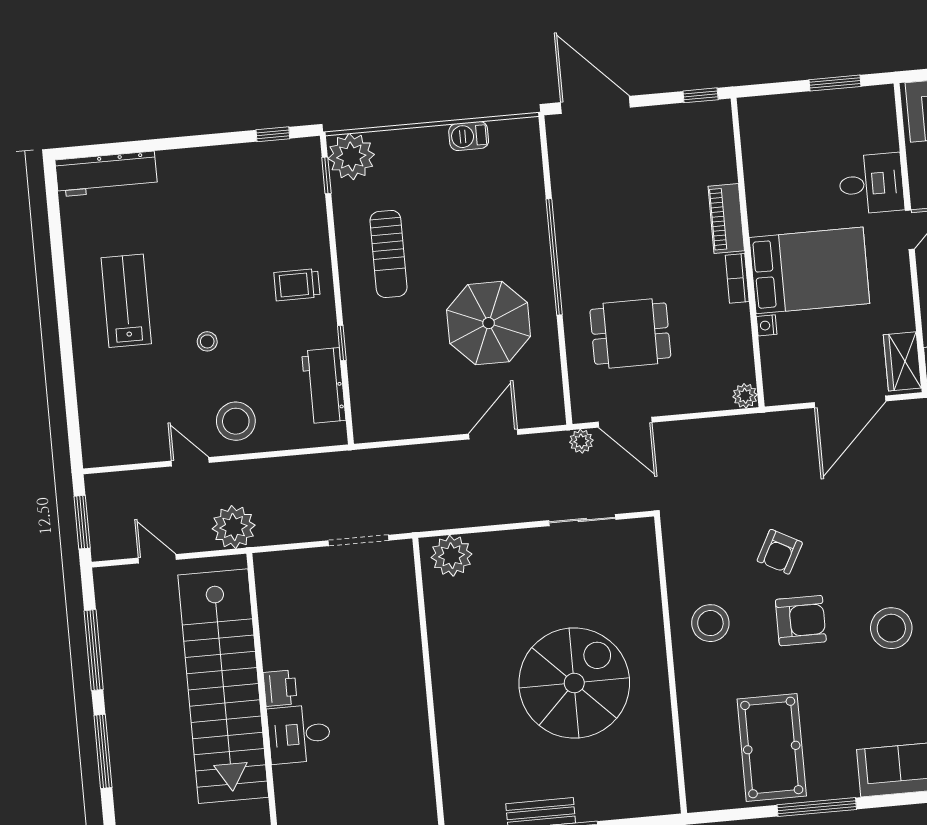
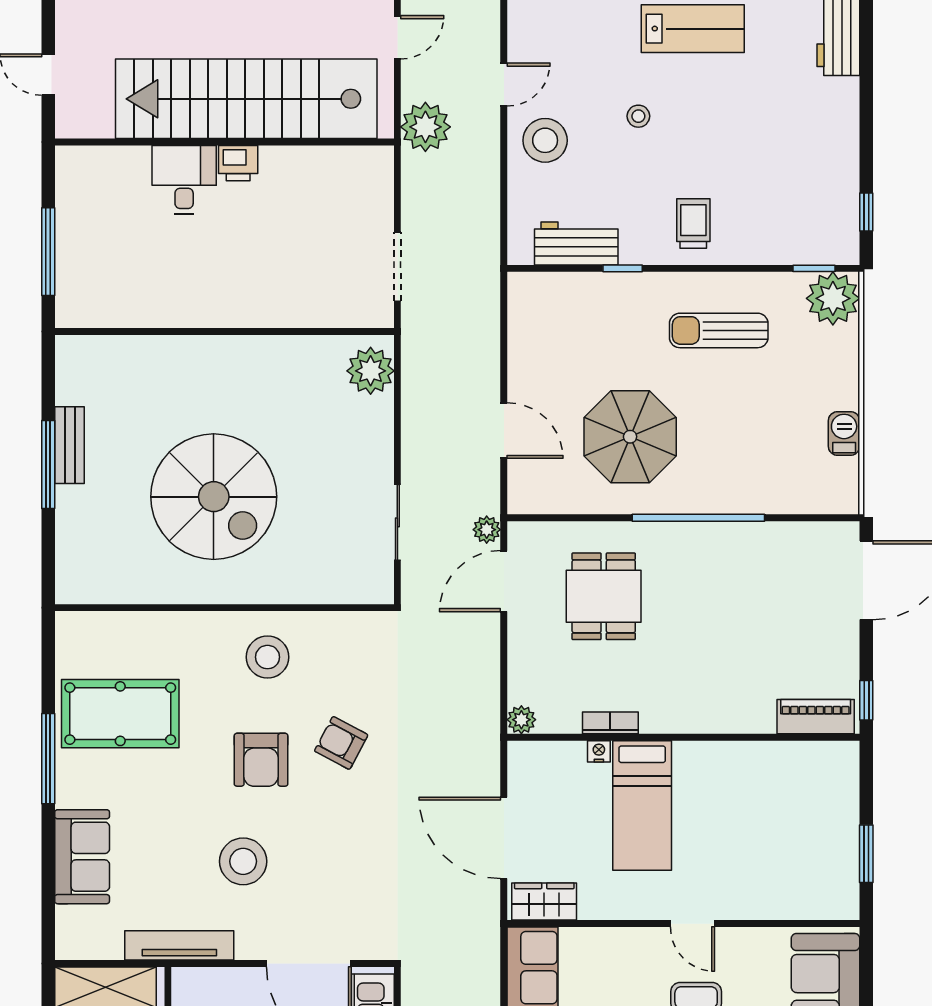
desk: (871, 184) -> (748, 885), removed
piano: (726, 218) -> (816, 717), moved
bed: (809, 270) -> (642, 806), width x0.67
bookcase: (737, 278) -> (610, 723), moved

